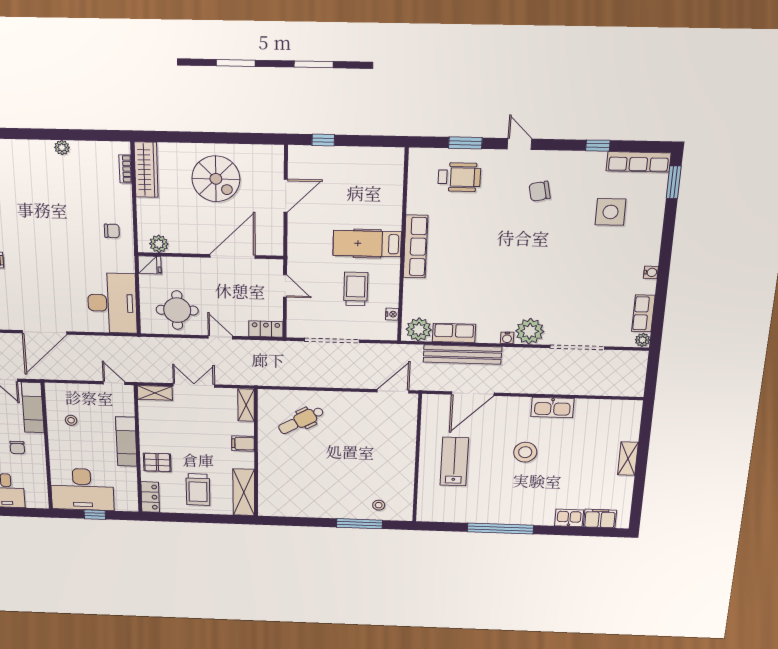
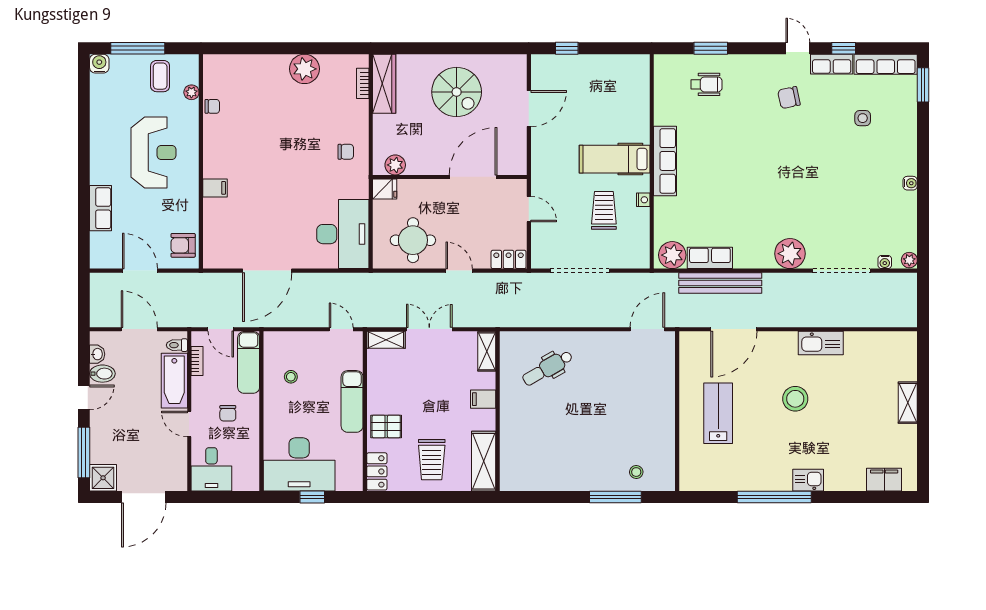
door: (520, 144) -> (798, 48), moved
plant: (62, 148) -> (304, 69), width x1.87, depth x1.87
wheelchair: (459, 177) -> (706, 84), width x0.73, depth x0.73
side table: (611, 212) -> (863, 118), width x0.54, depth x0.54
row of seats: (643, 313) -> (832, 64), moved, turned -90
nightstand: (392, 314) -> (643, 200), moved
water cooler: (507, 338) -> (885, 262), moved
kitchen sink: (569, 518) -> (808, 480), moved

